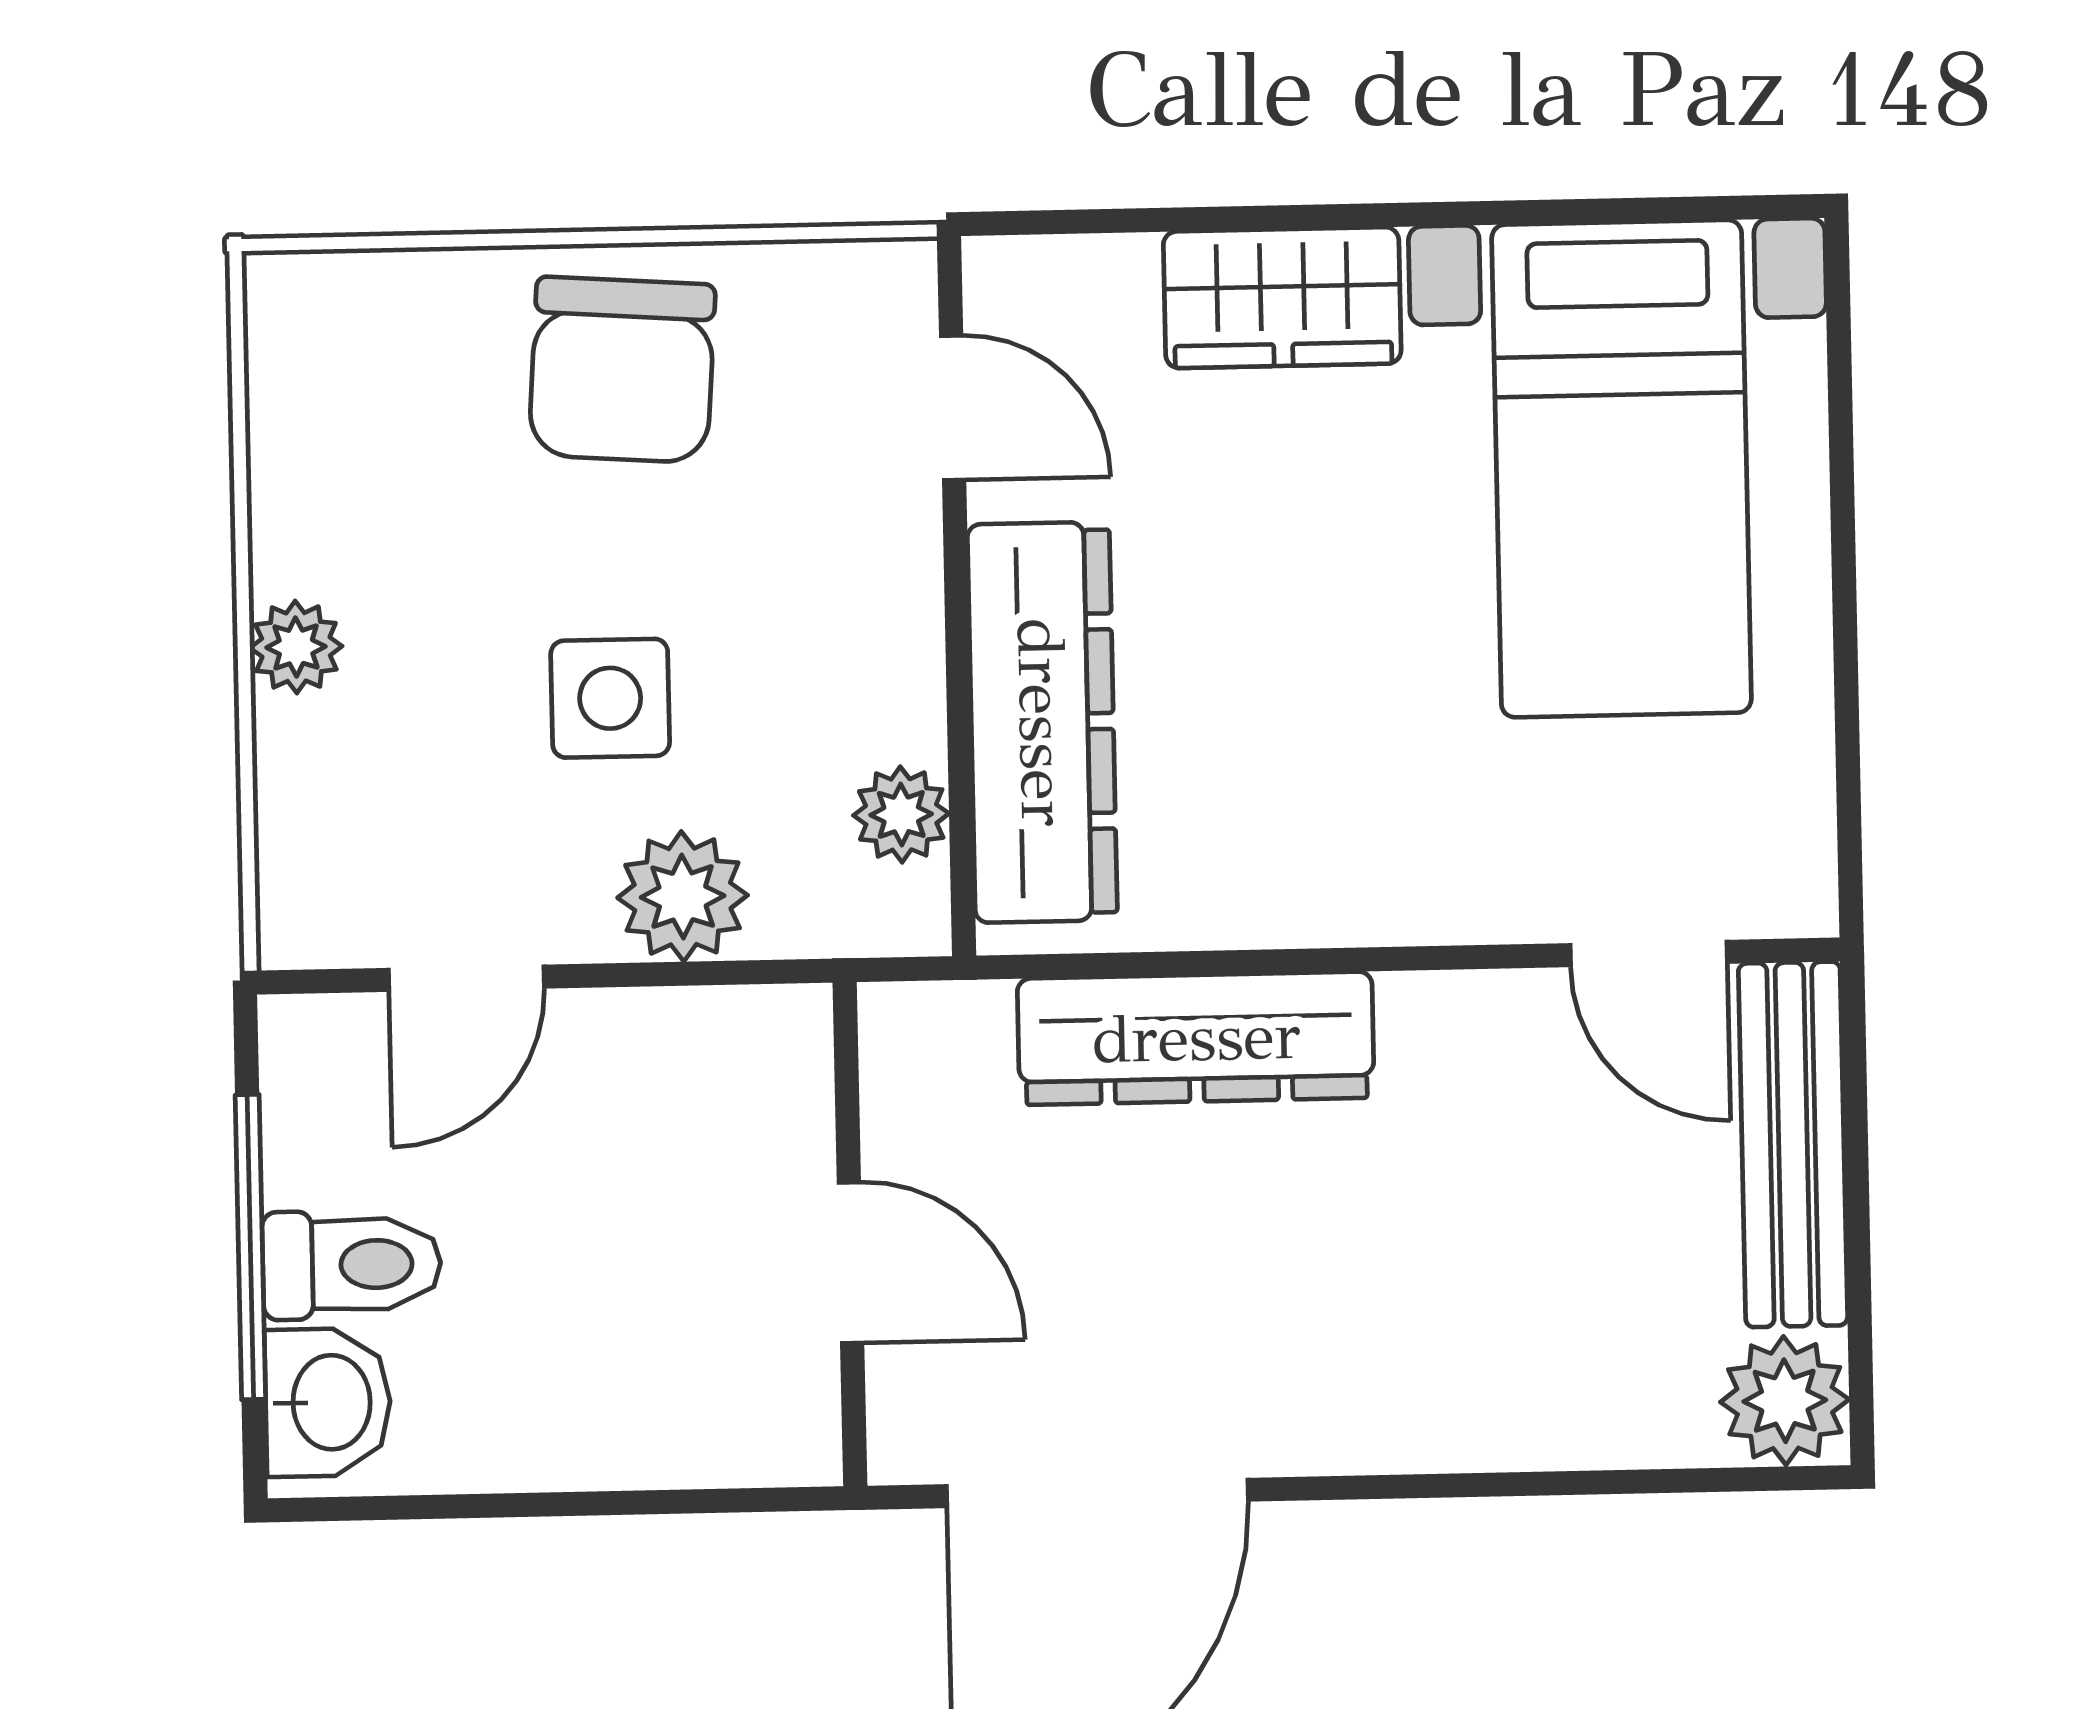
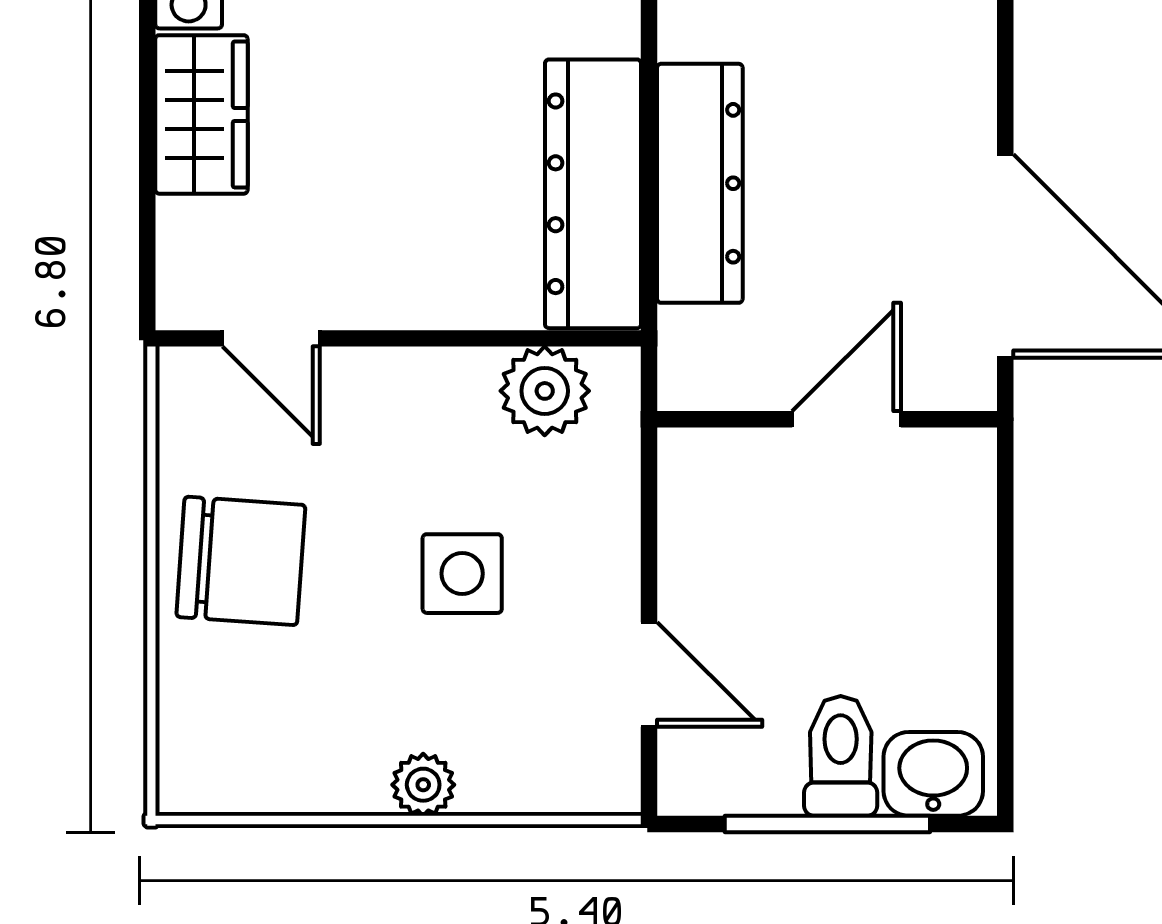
door: (953, 408) -> (271, 338), swing flipped
dresser: (1042, 722) -> (593, 194), moved, turned -90
plant: (901, 814) -> (545, 391), width x1.38, depth x1.38
plant: (683, 897) -> (597, 527), removed

